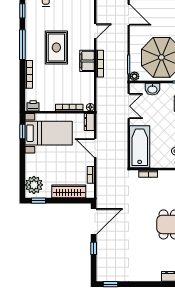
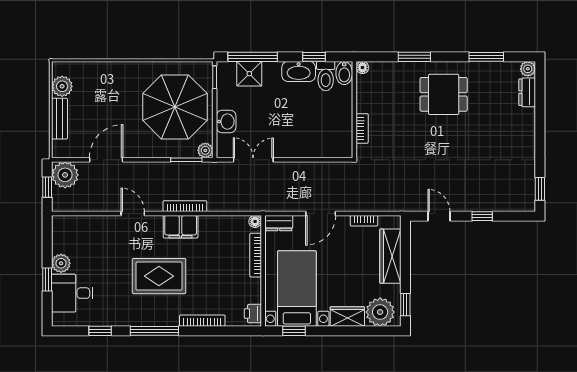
bathtub: (140, 147) -> (319, 142), removed
wardrobe: (31, 165) -> (347, 316), added
door: (94, 221) -> (439, 216), width x0.53

